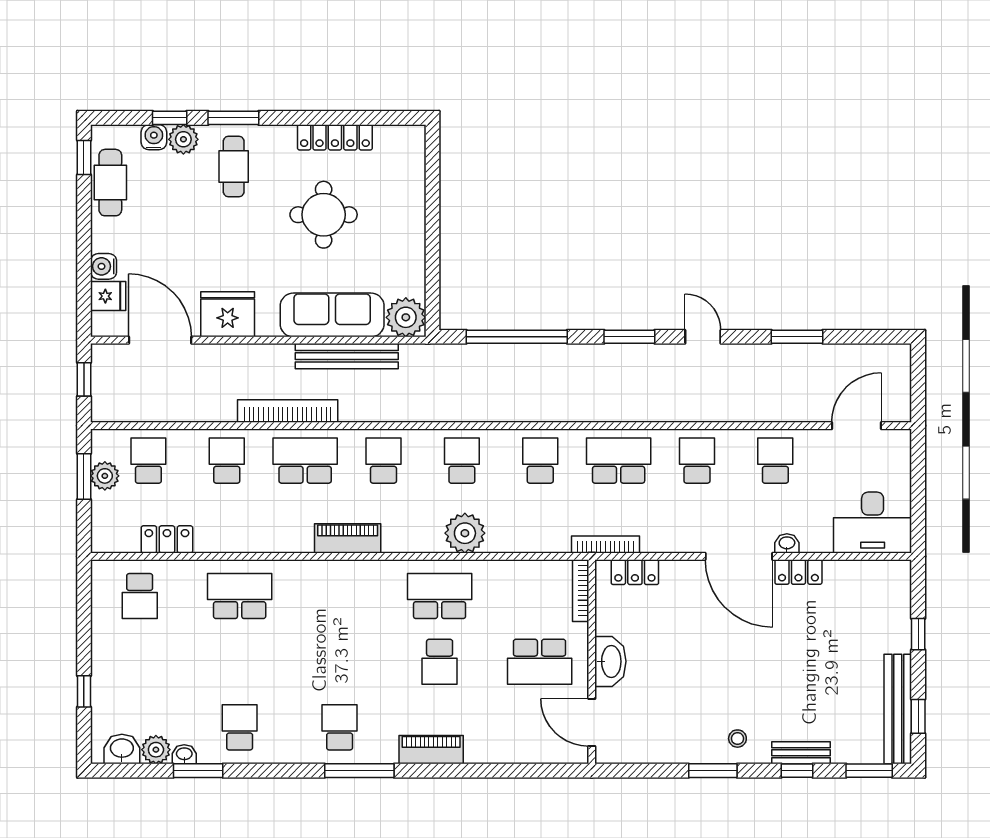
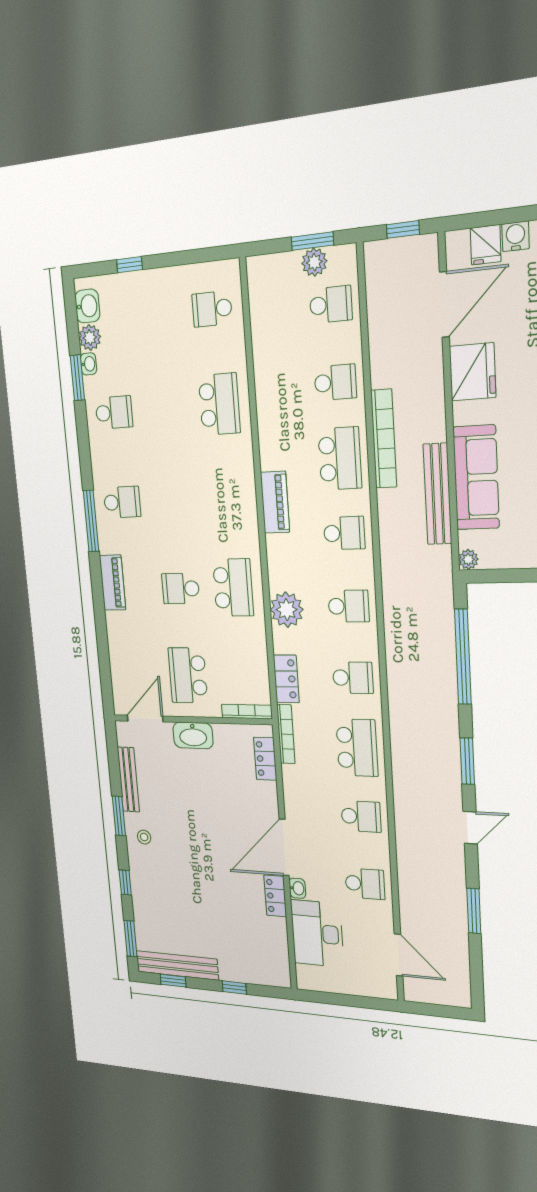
plant: (406, 317) -> (468, 559), width x0.53, depth x0.53
desk: (873, 523) -> (317, 934), moved
locker: (167, 539) -> (286, 679), moved
bench: (801, 753) -> (128, 780), moved, width x1.36

